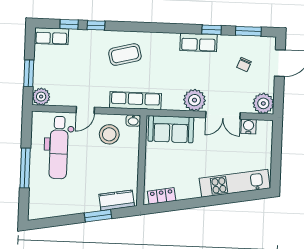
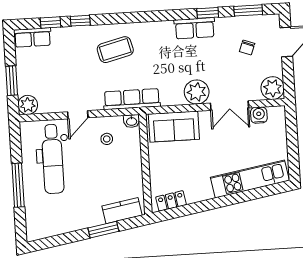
stool: (109, 134) -> (107, 139), width x0.53, depth x0.53

